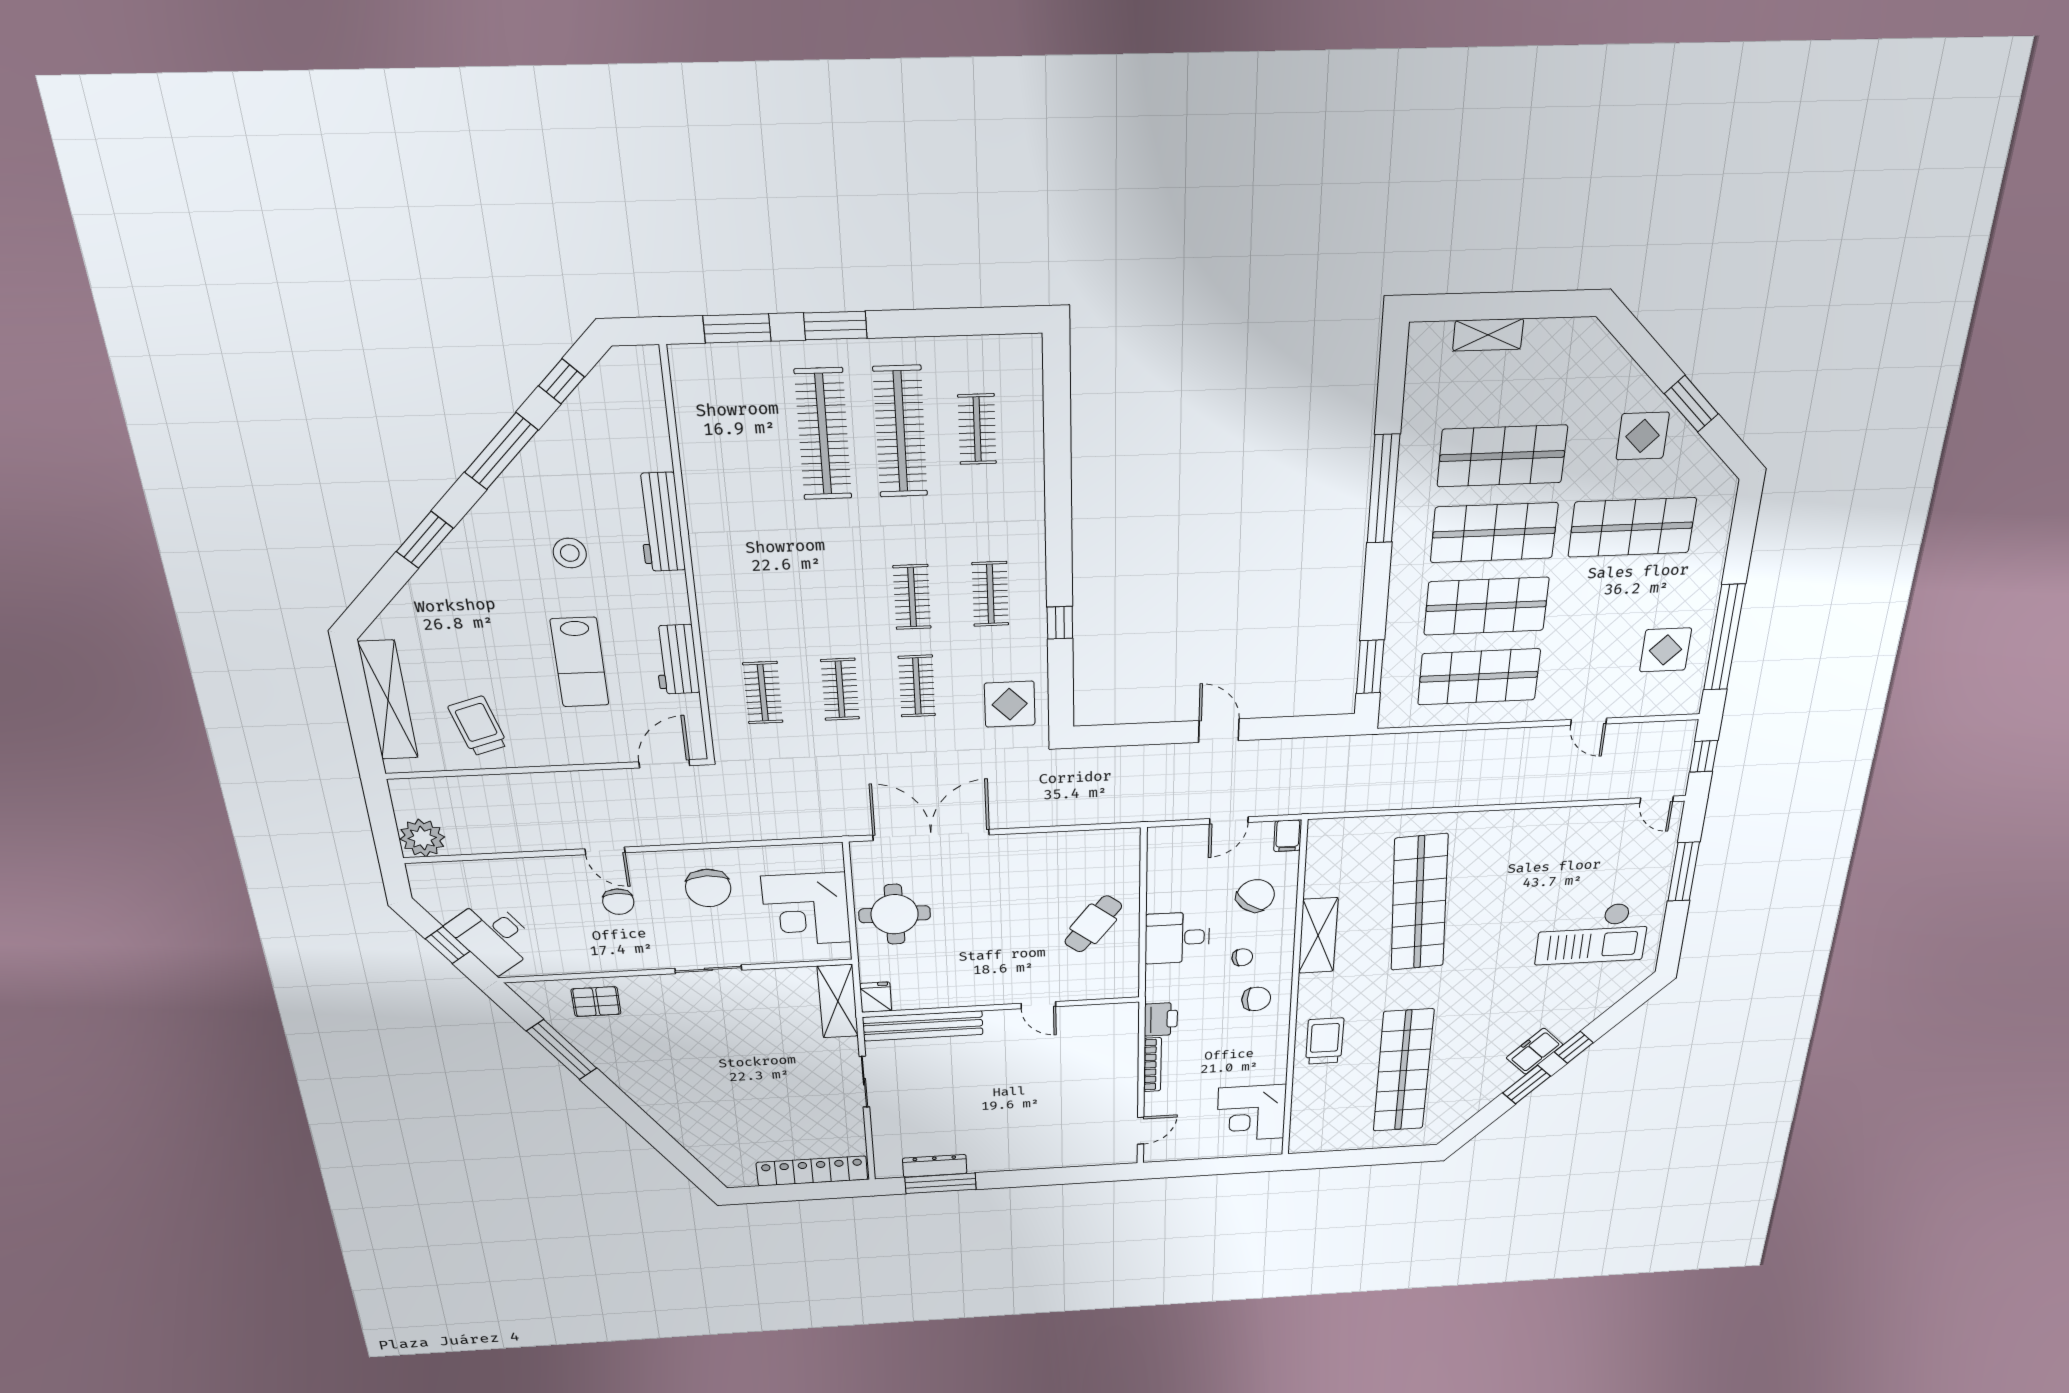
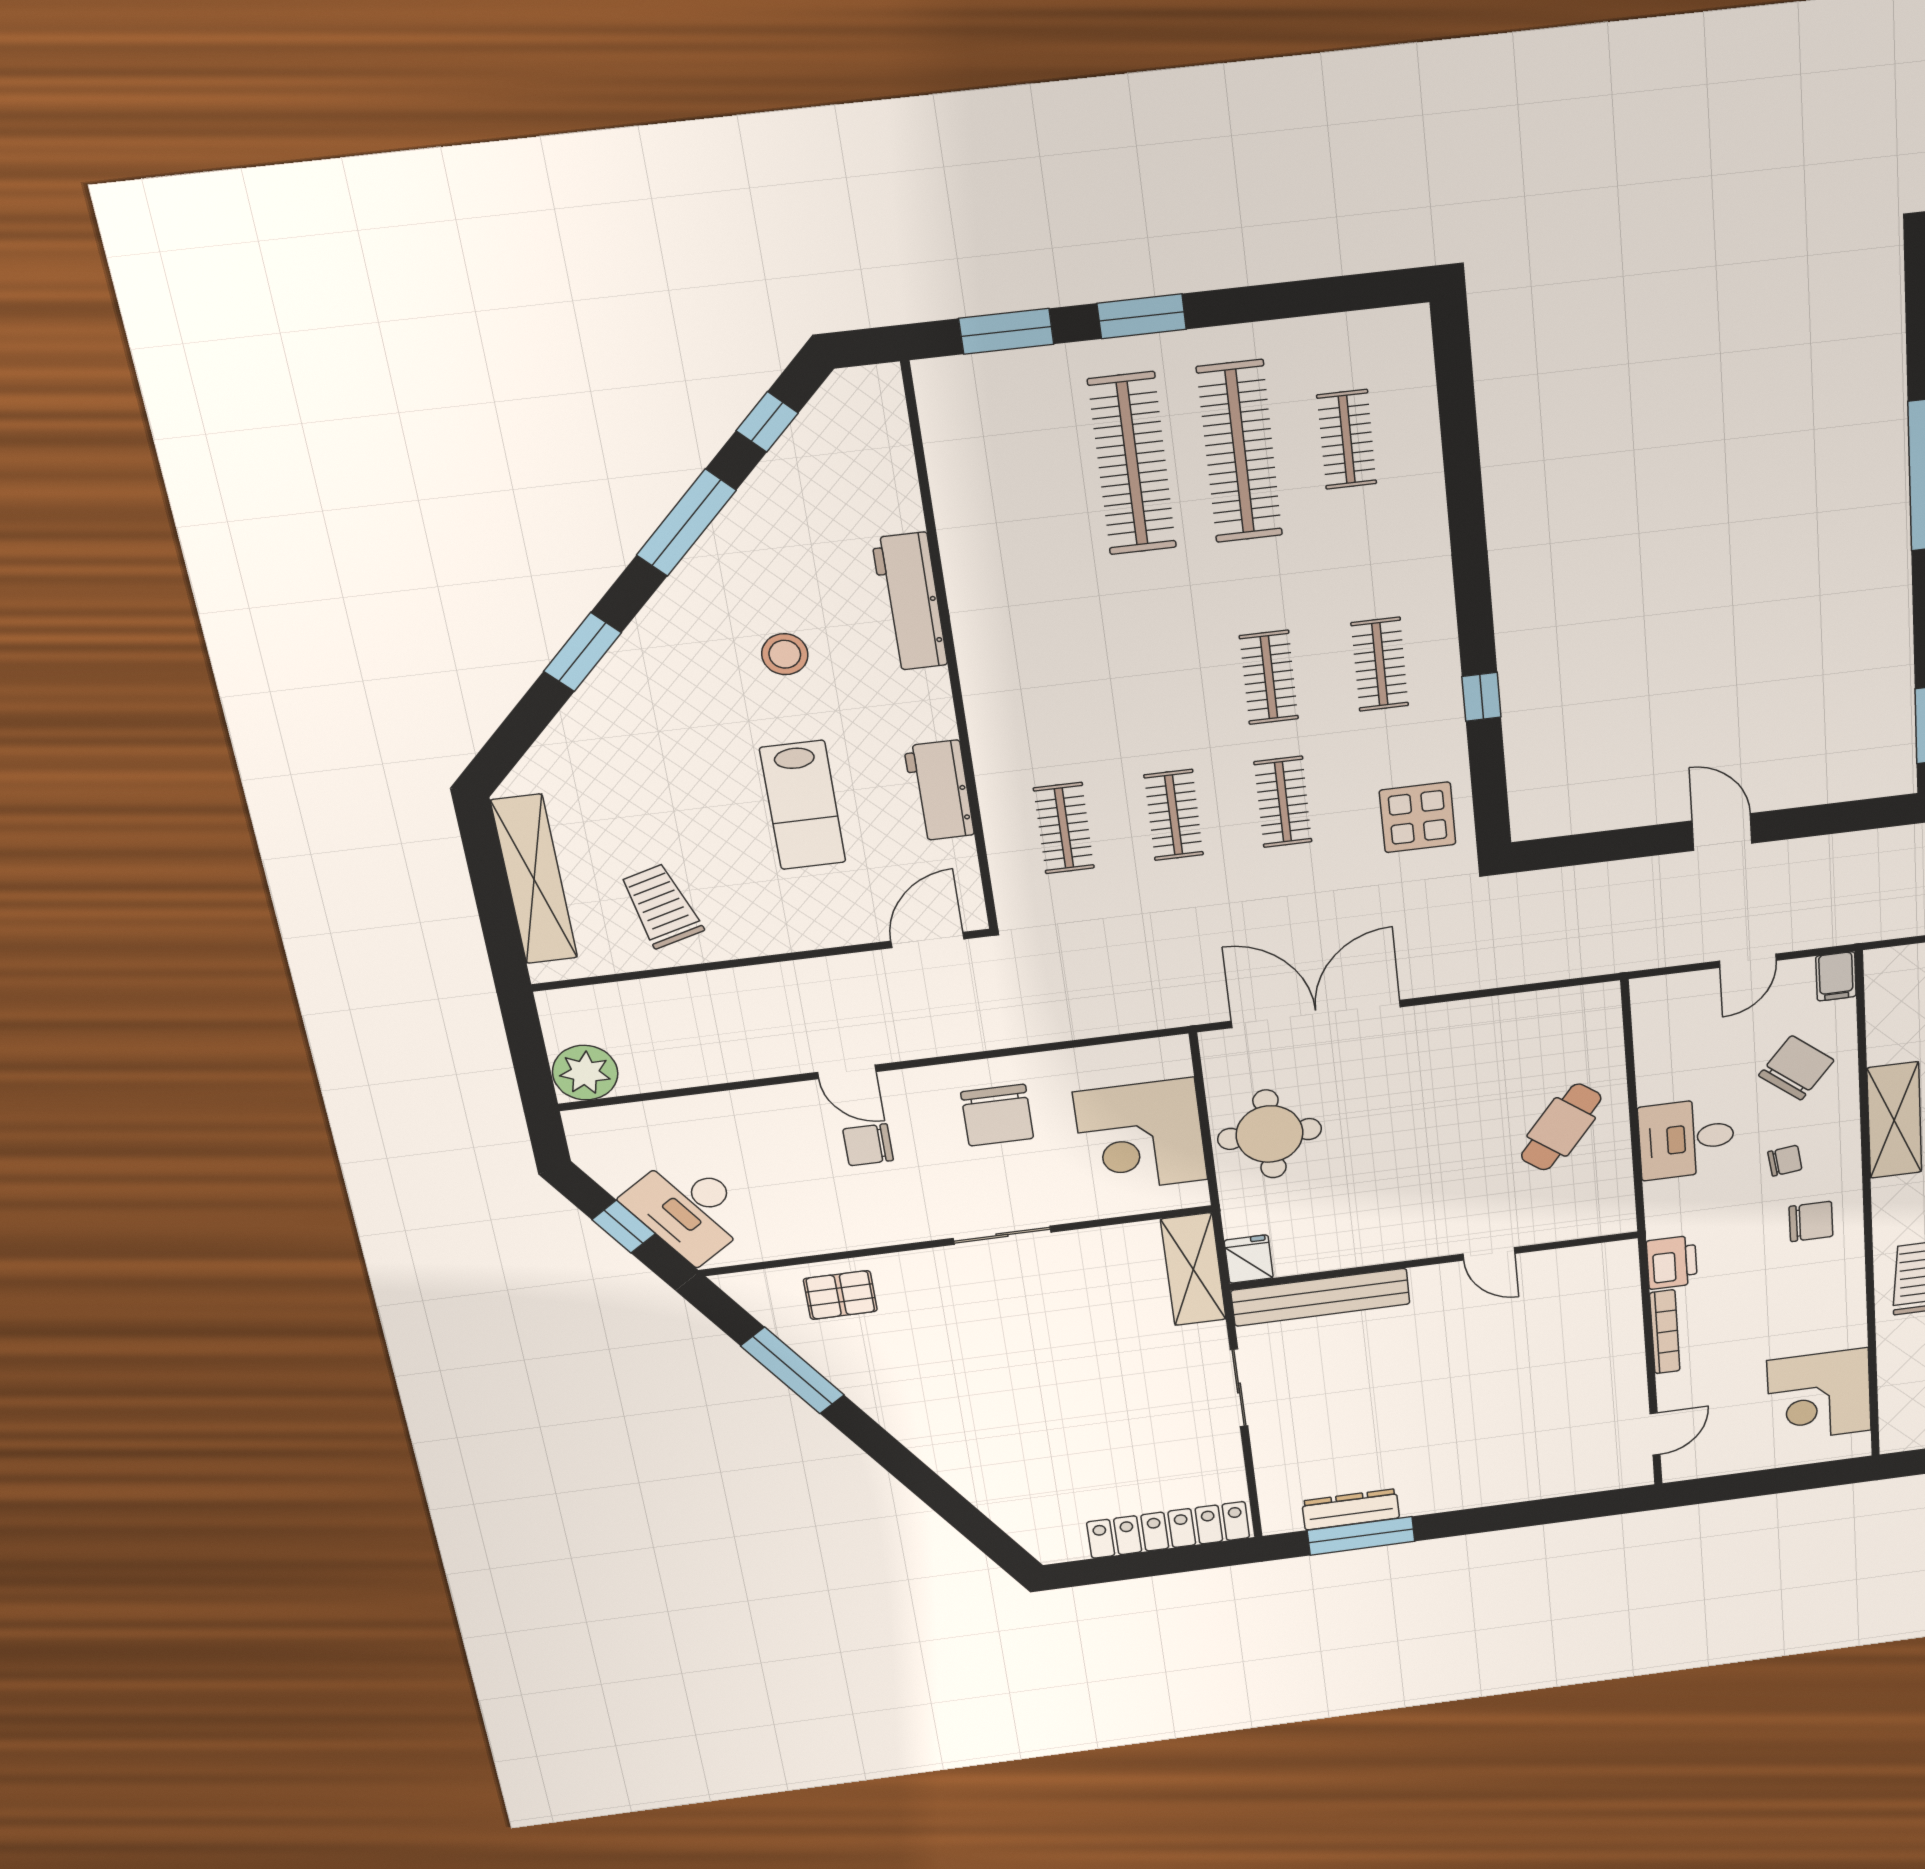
chair: (618, 902) -> (868, 1145), turned 90

